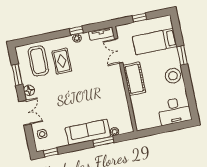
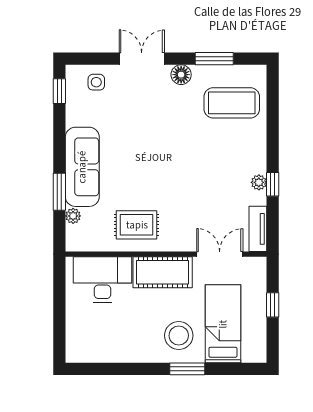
rug: (62, 61) -> (137, 225), moved
stool: (173, 76) -> (179, 336), moved
desk: (175, 111) -> (102, 279), moved, turned 90
double door: (25, 113) -> (142, 59), swing flipped

